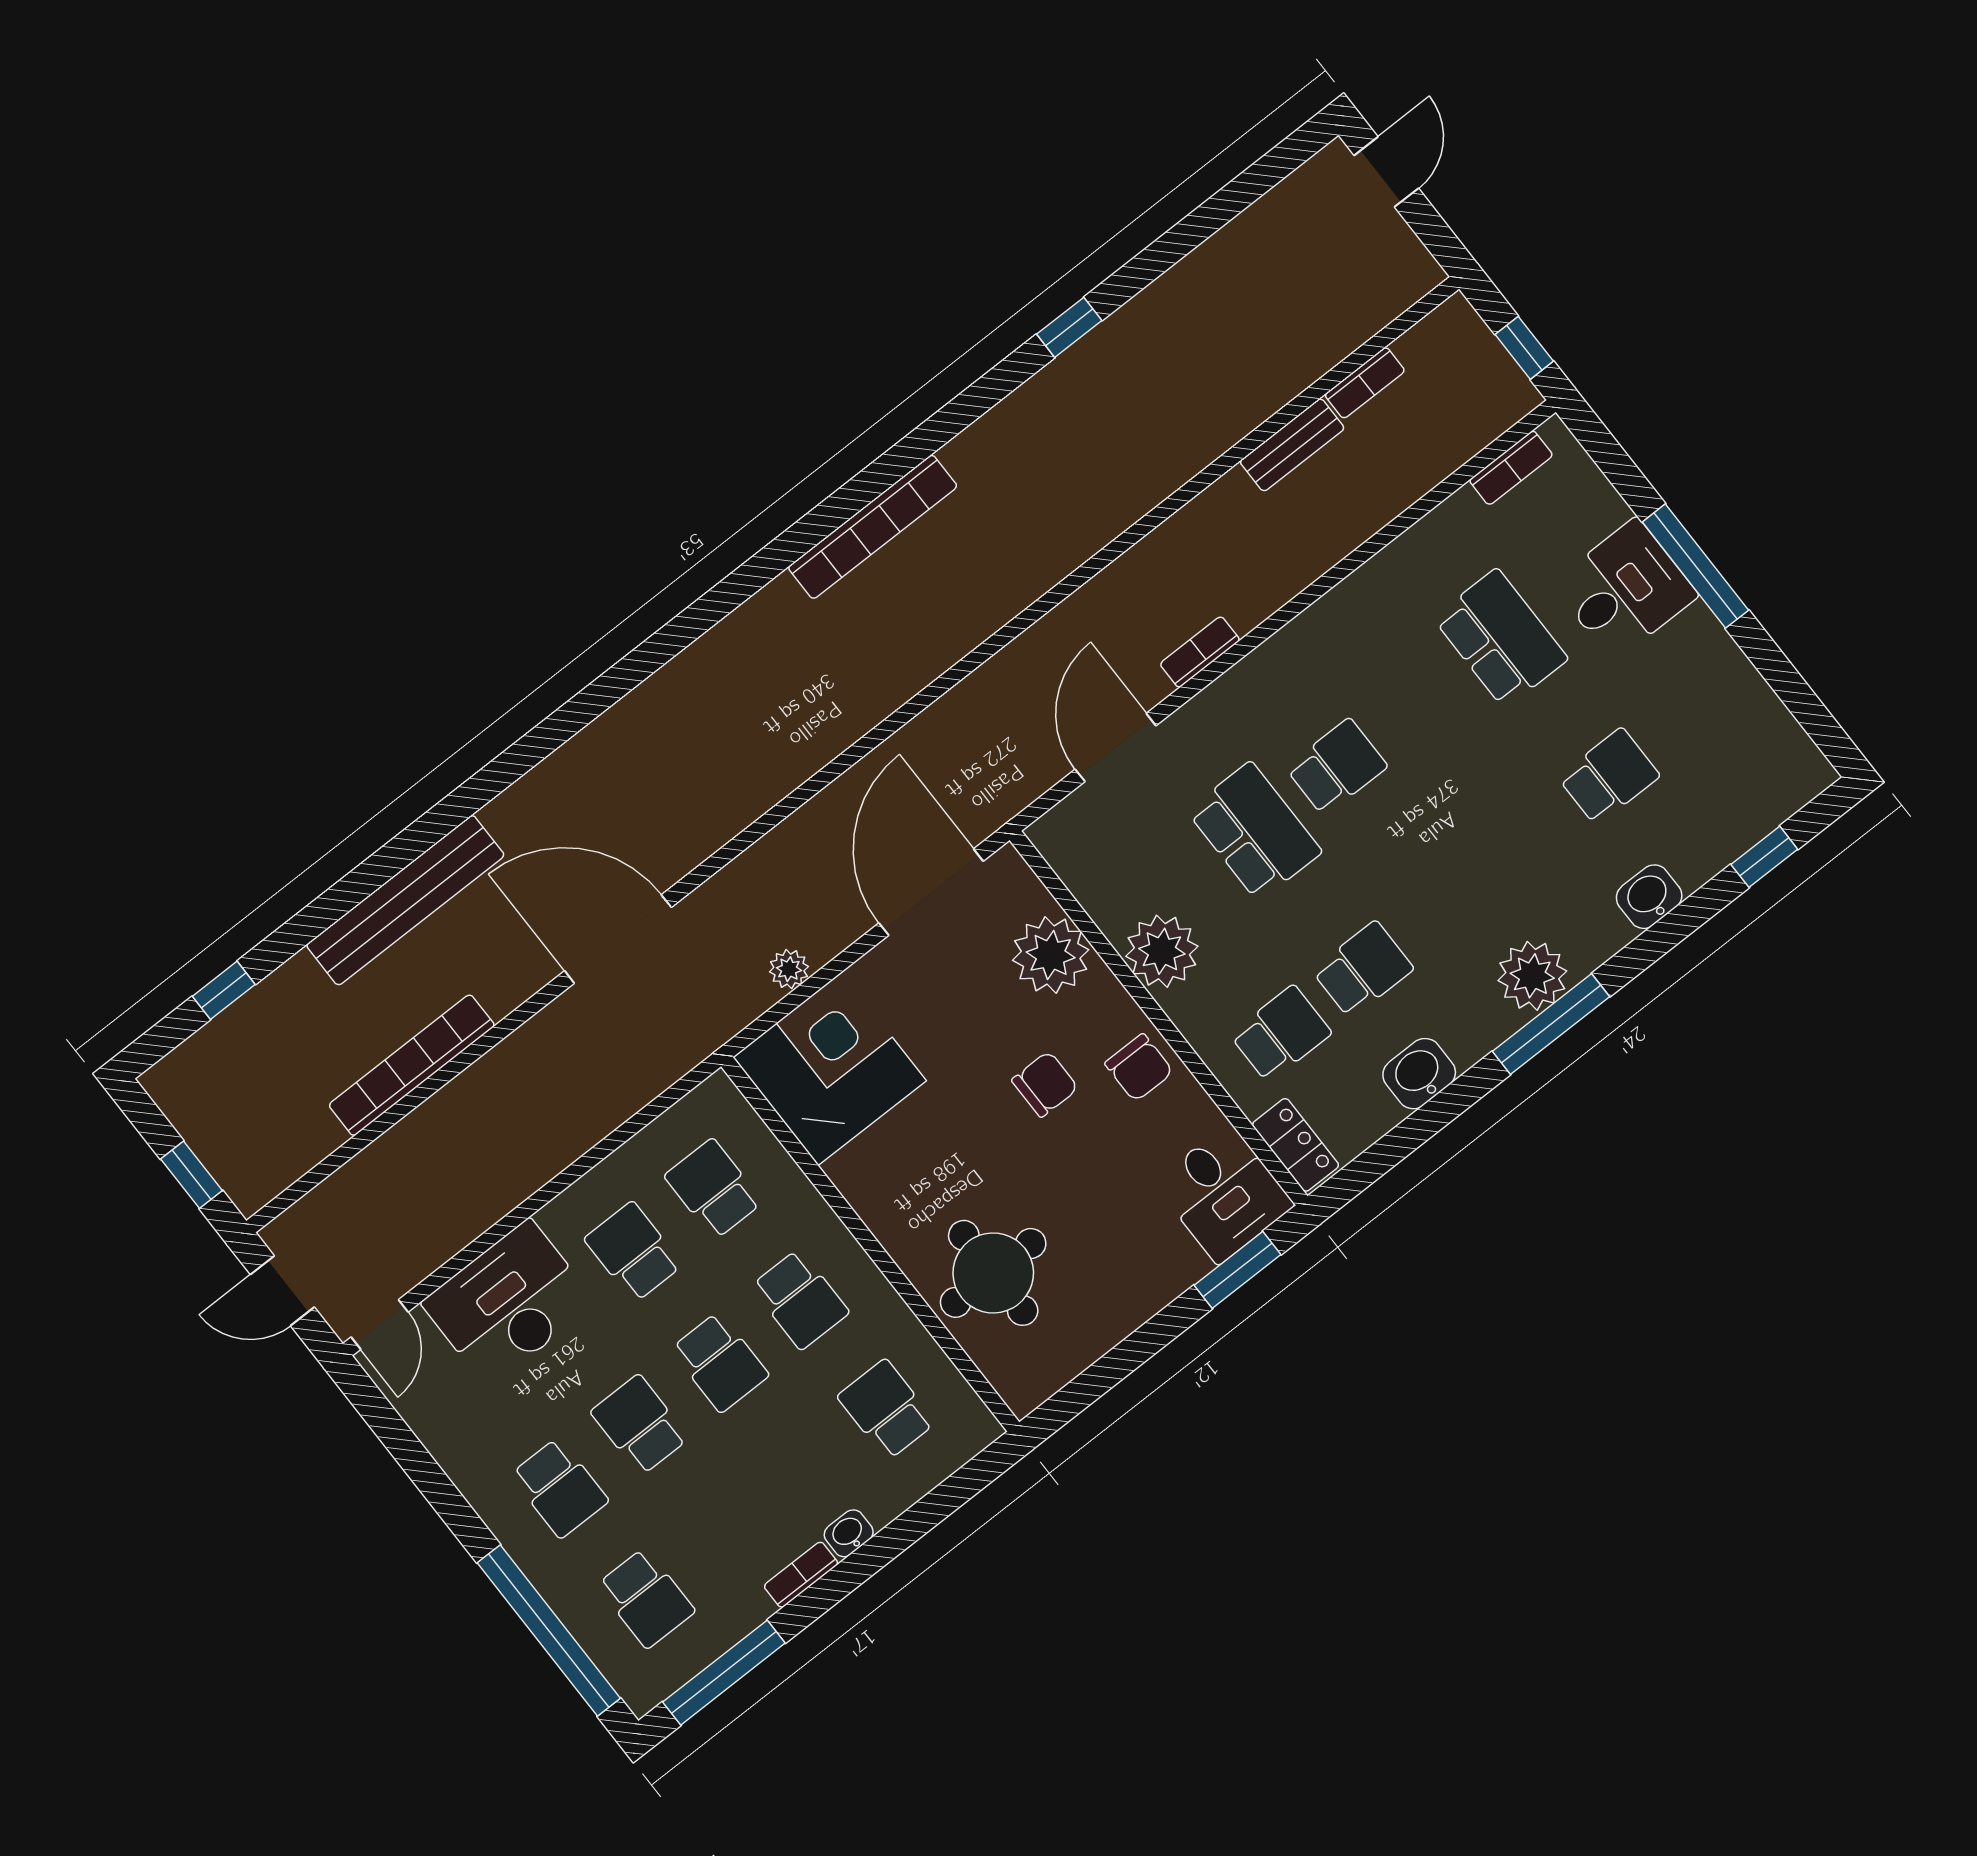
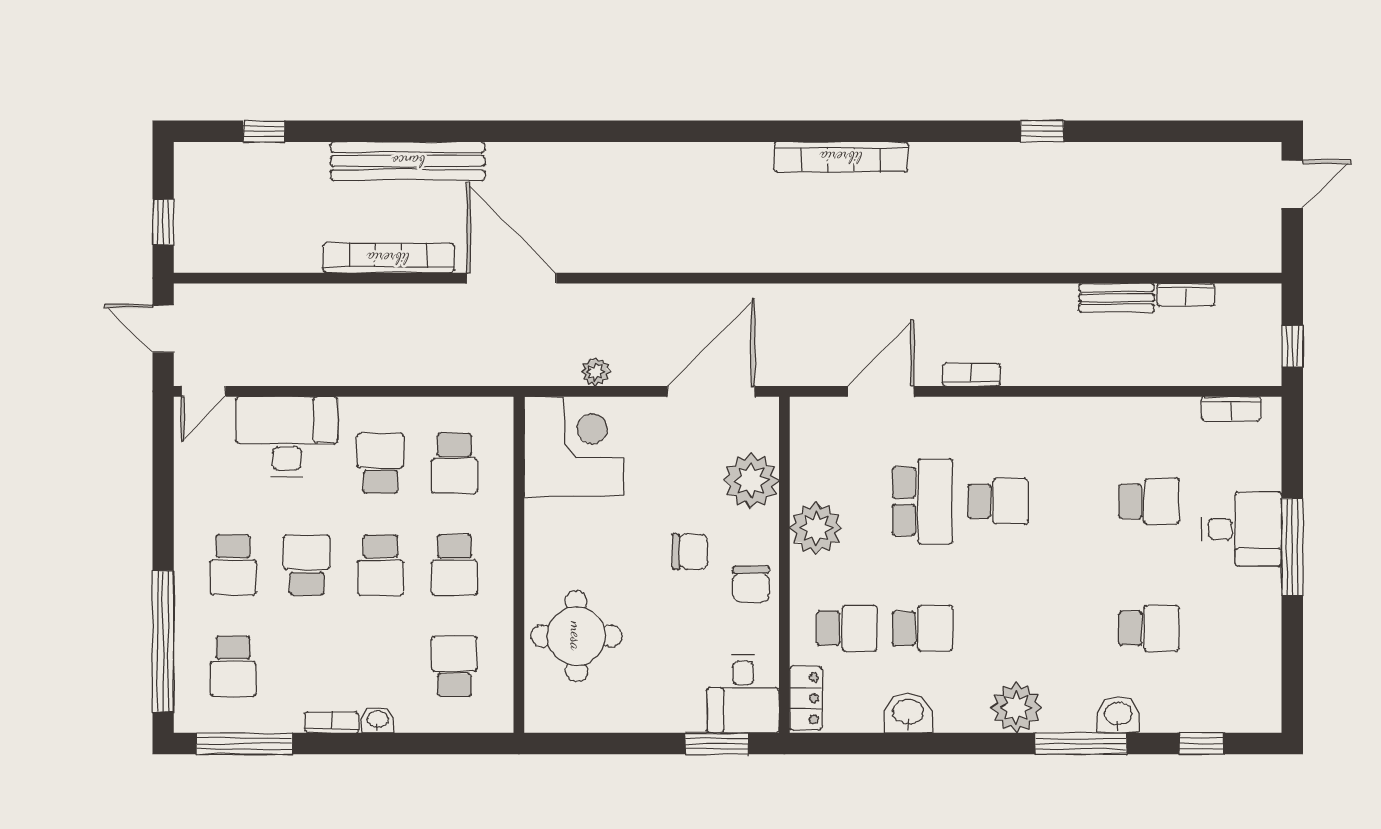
school desk: (1501, 638) -> (1149, 501), width x0.54
window: (1551, 1024) -> (1081, 744), moved
bookcase: (412, 1065) -> (388, 258), moved
school desk: (714, 1189) -> (454, 463), turned 180

